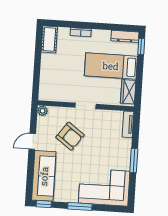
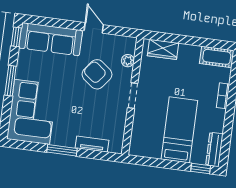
wardrobe: (128, 92) -> (163, 49), moved, turned 180
plant: (43, 111) -> (128, 61), moved
tv unit: (128, 124) -> (92, 144), moved
armchair: (70, 136) -> (97, 74), turned 92

